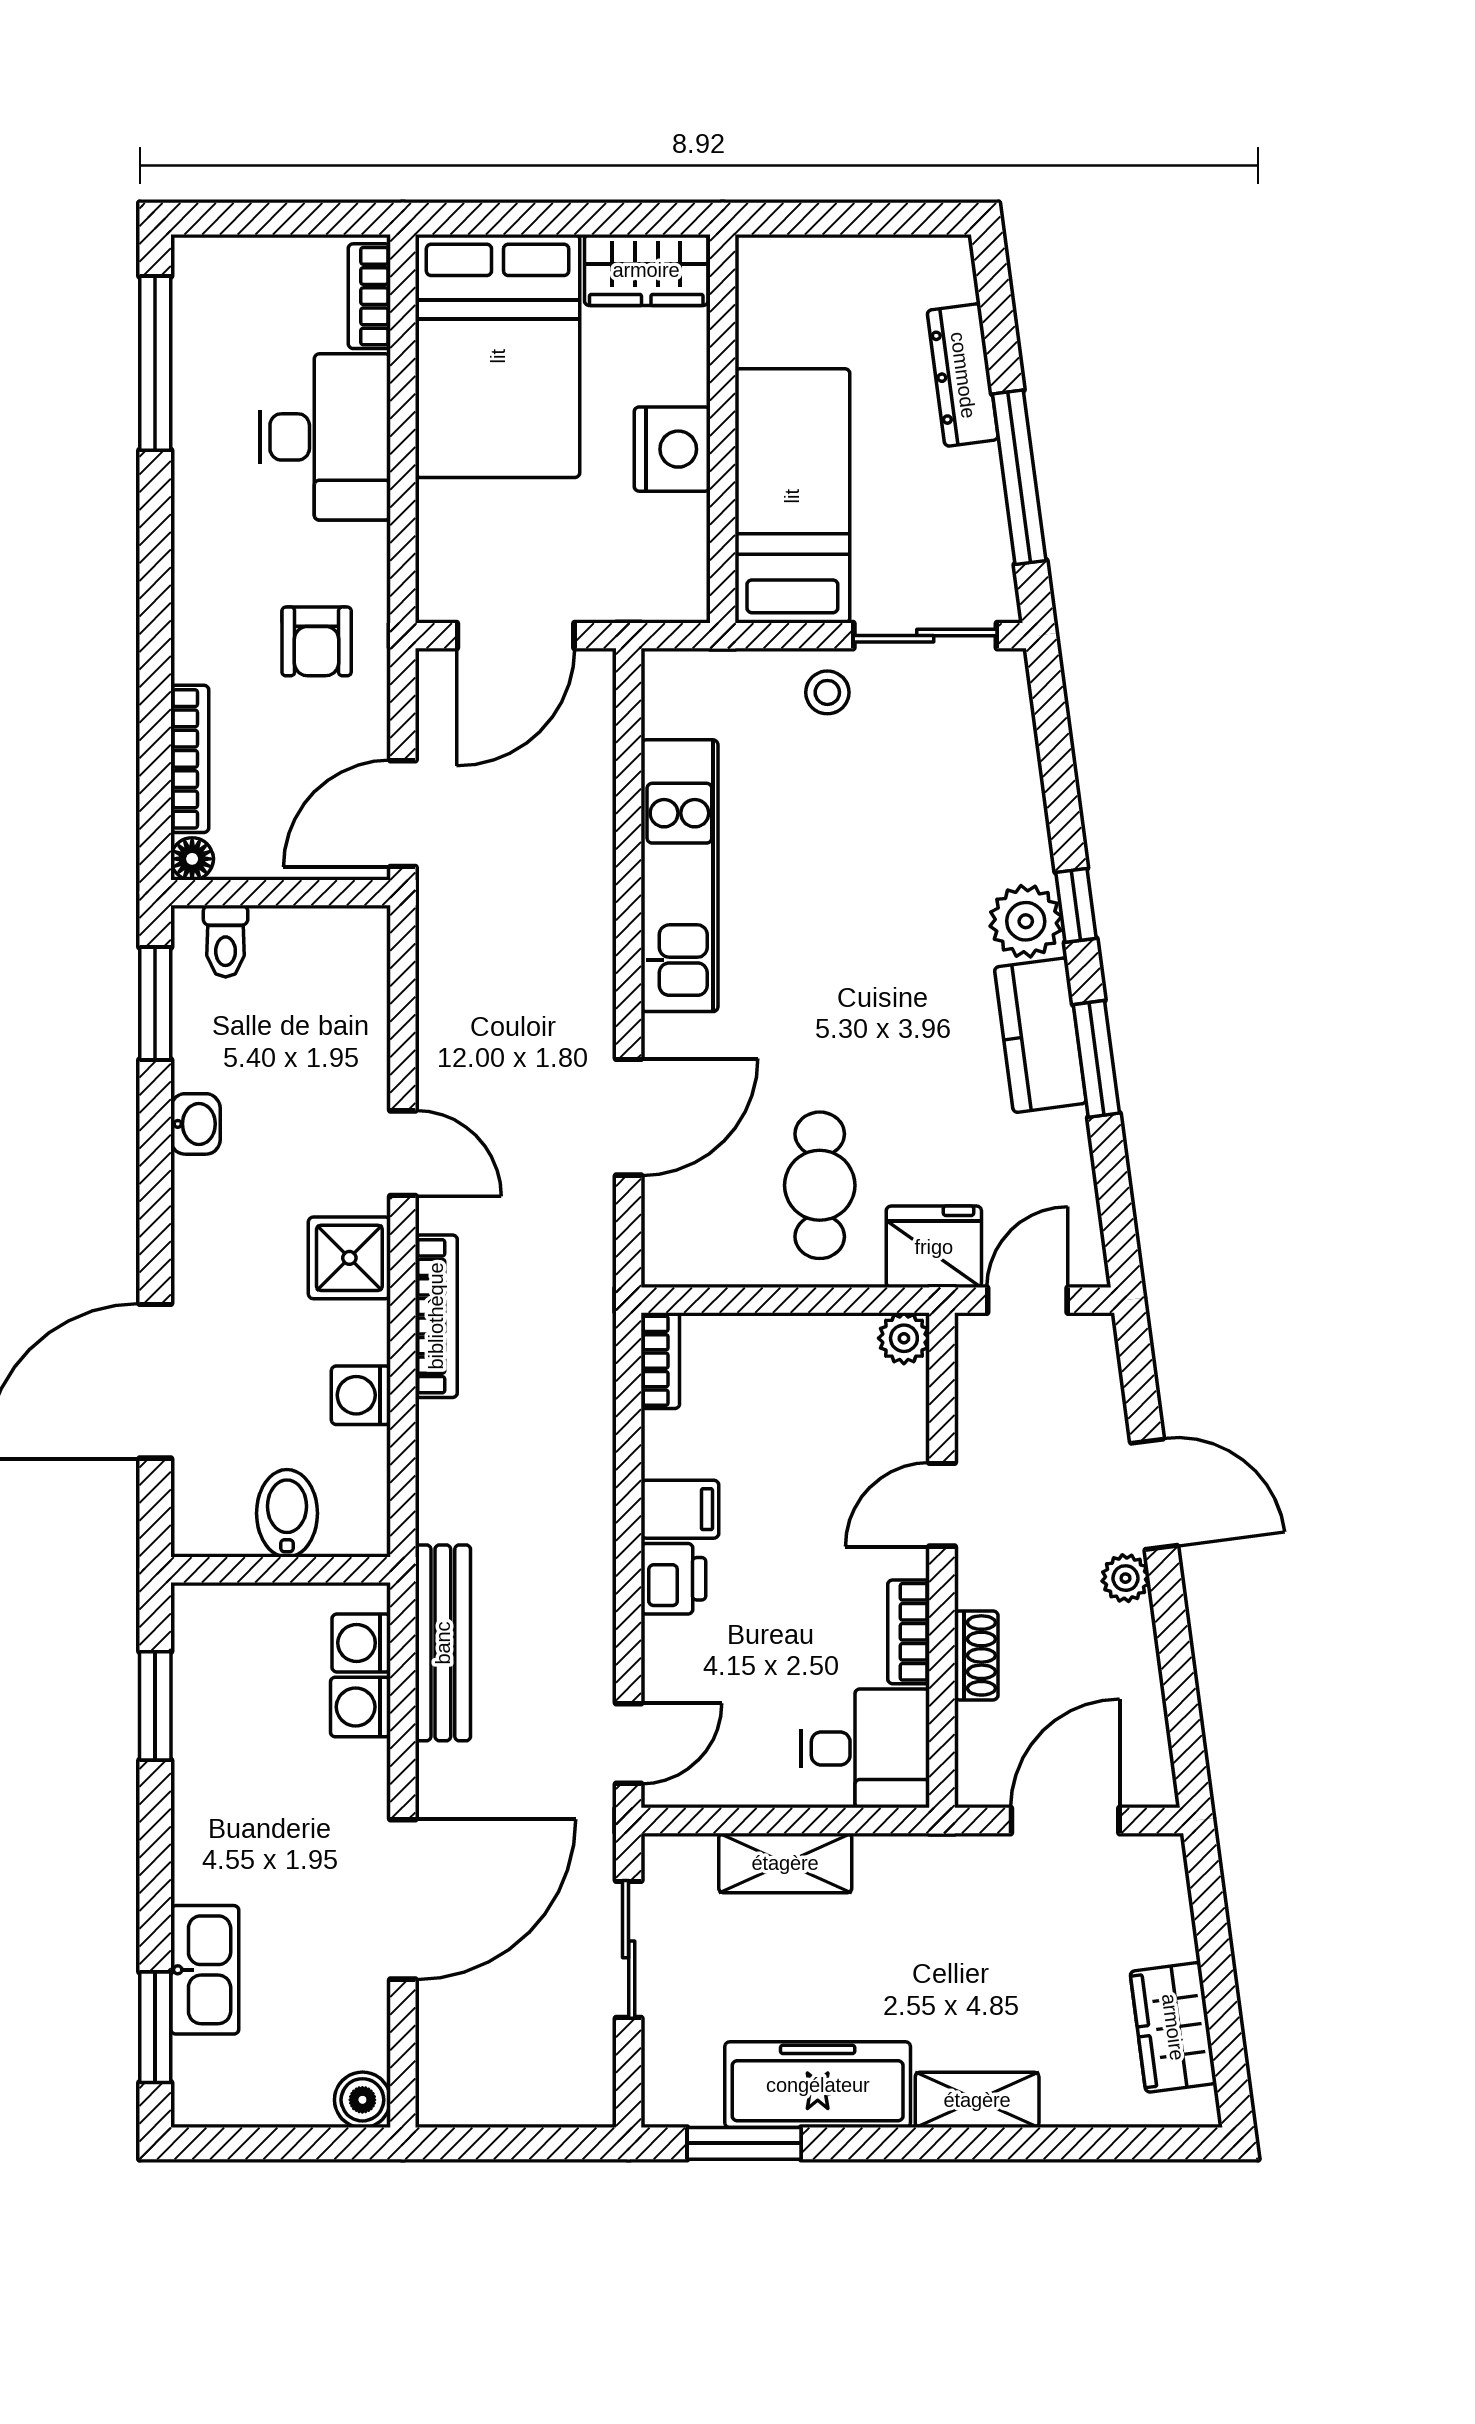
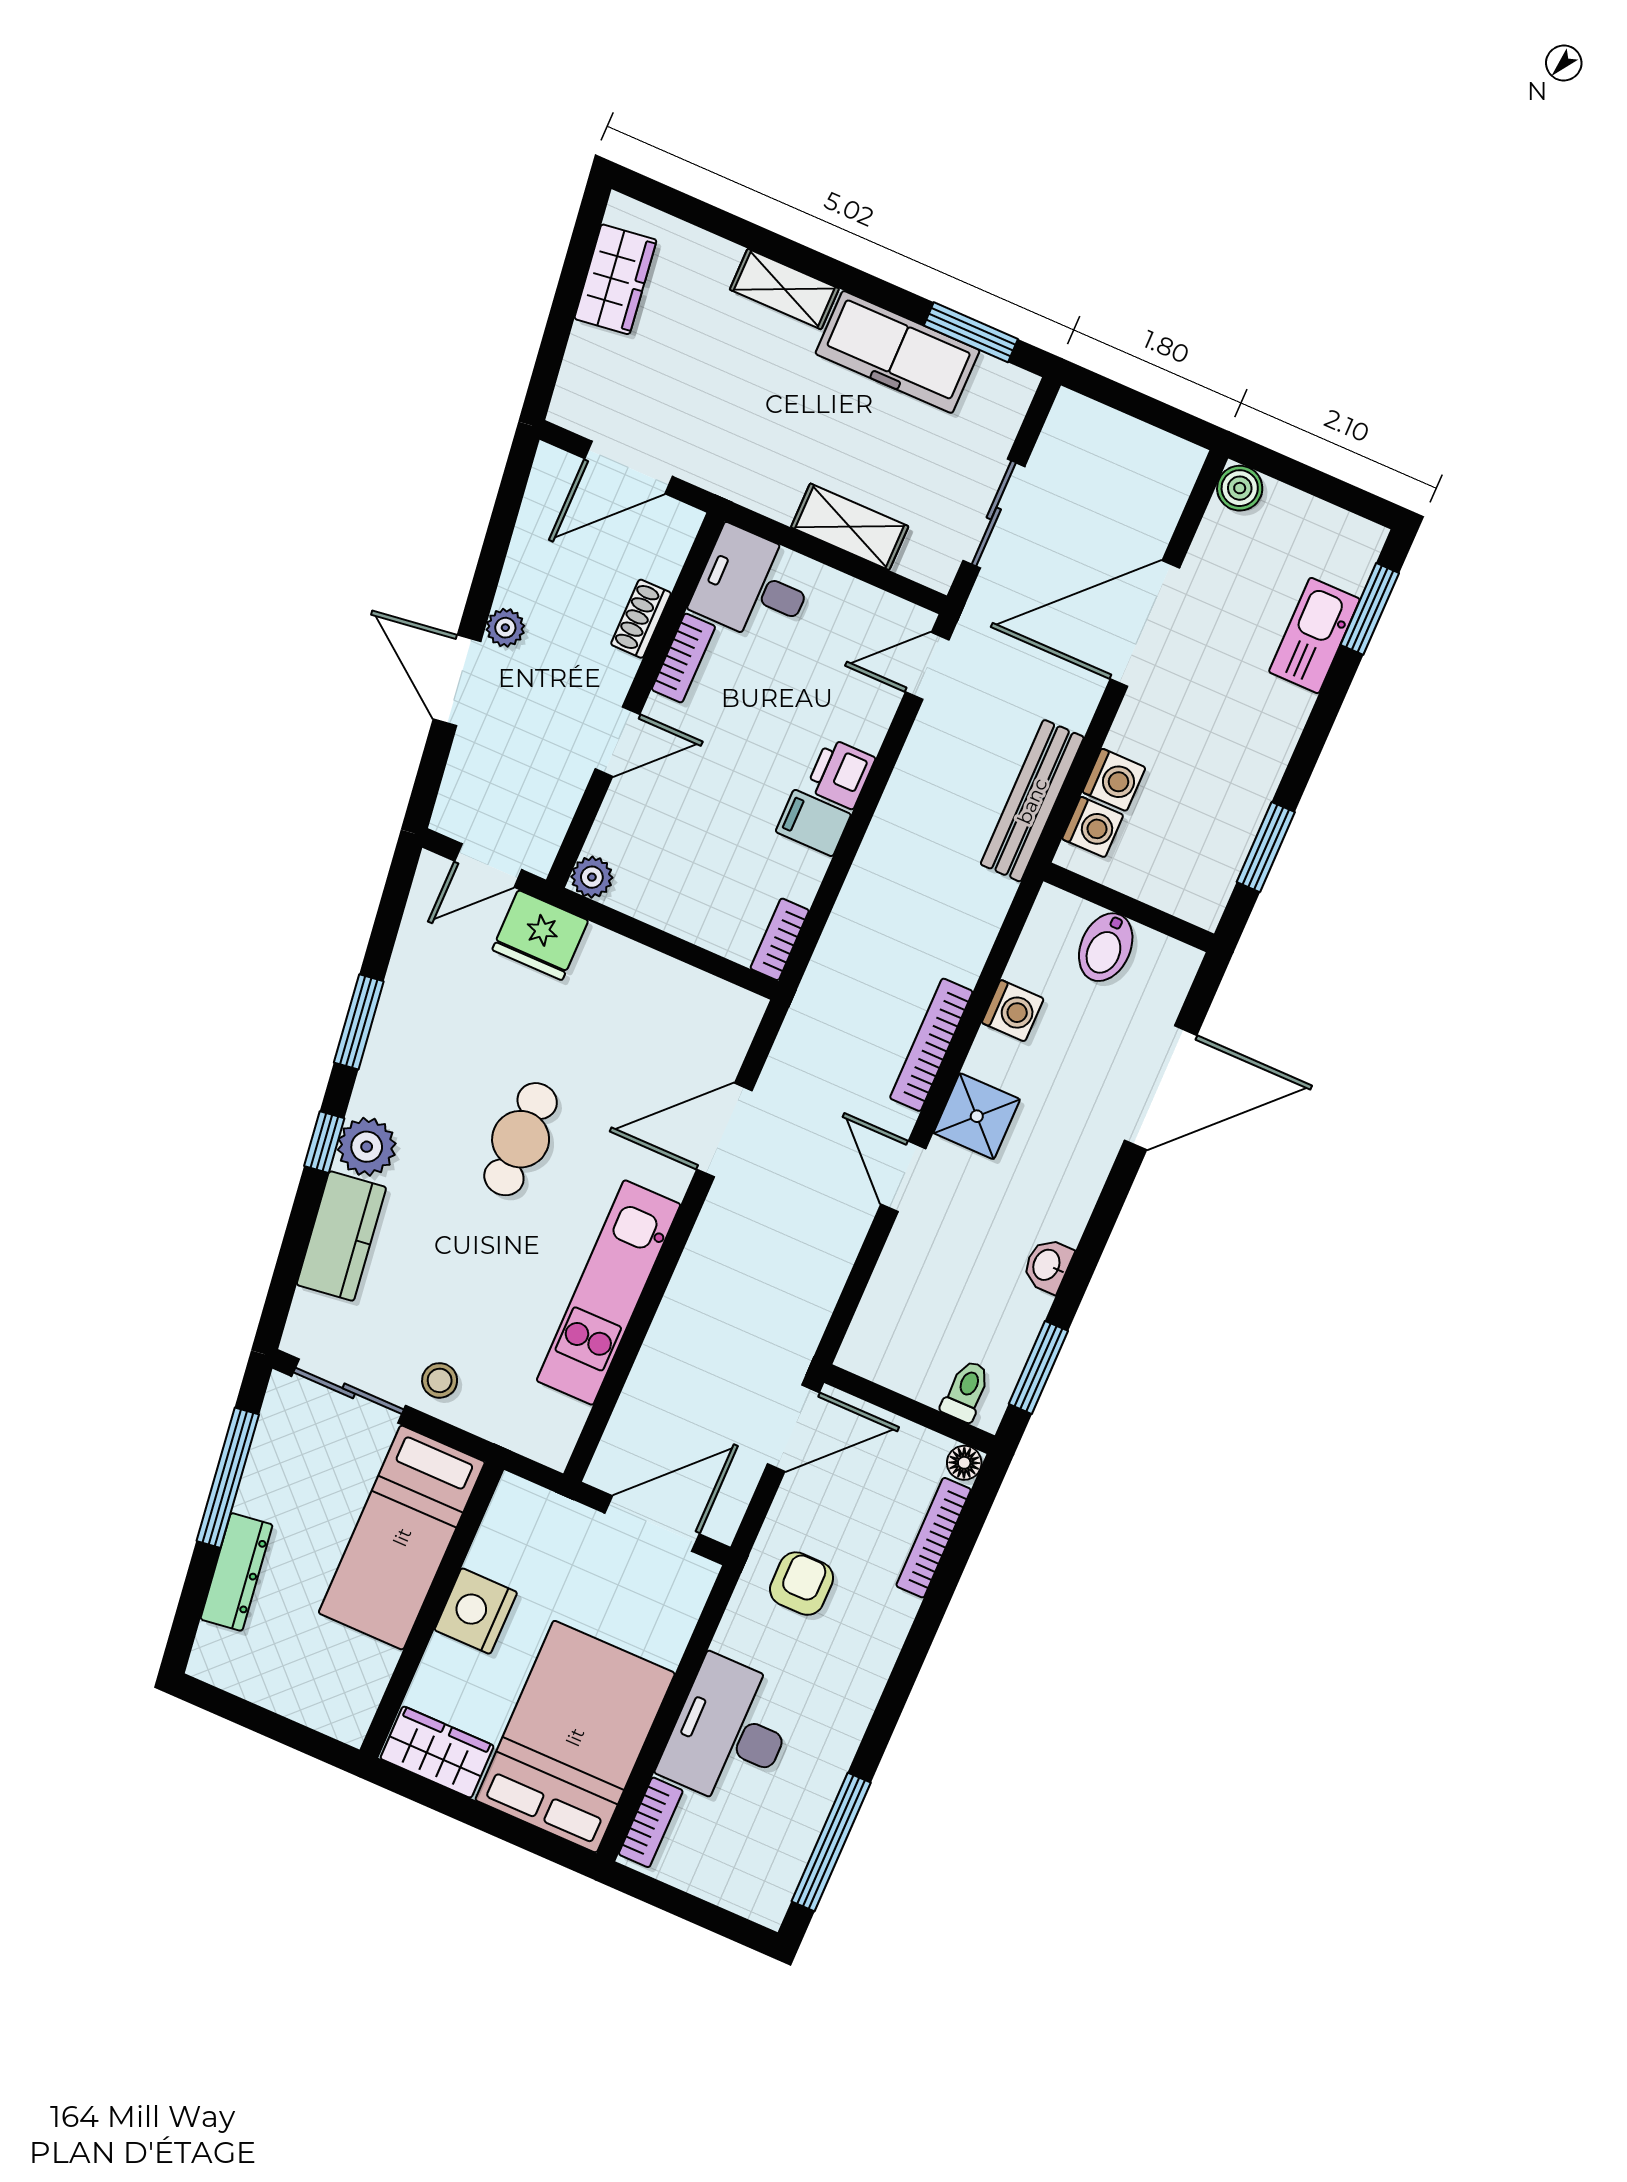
kitchen counter: (1040, 1035) -> (341, 1236), moved
cafe table: (820, 1185) -> (521, 1139), moved

